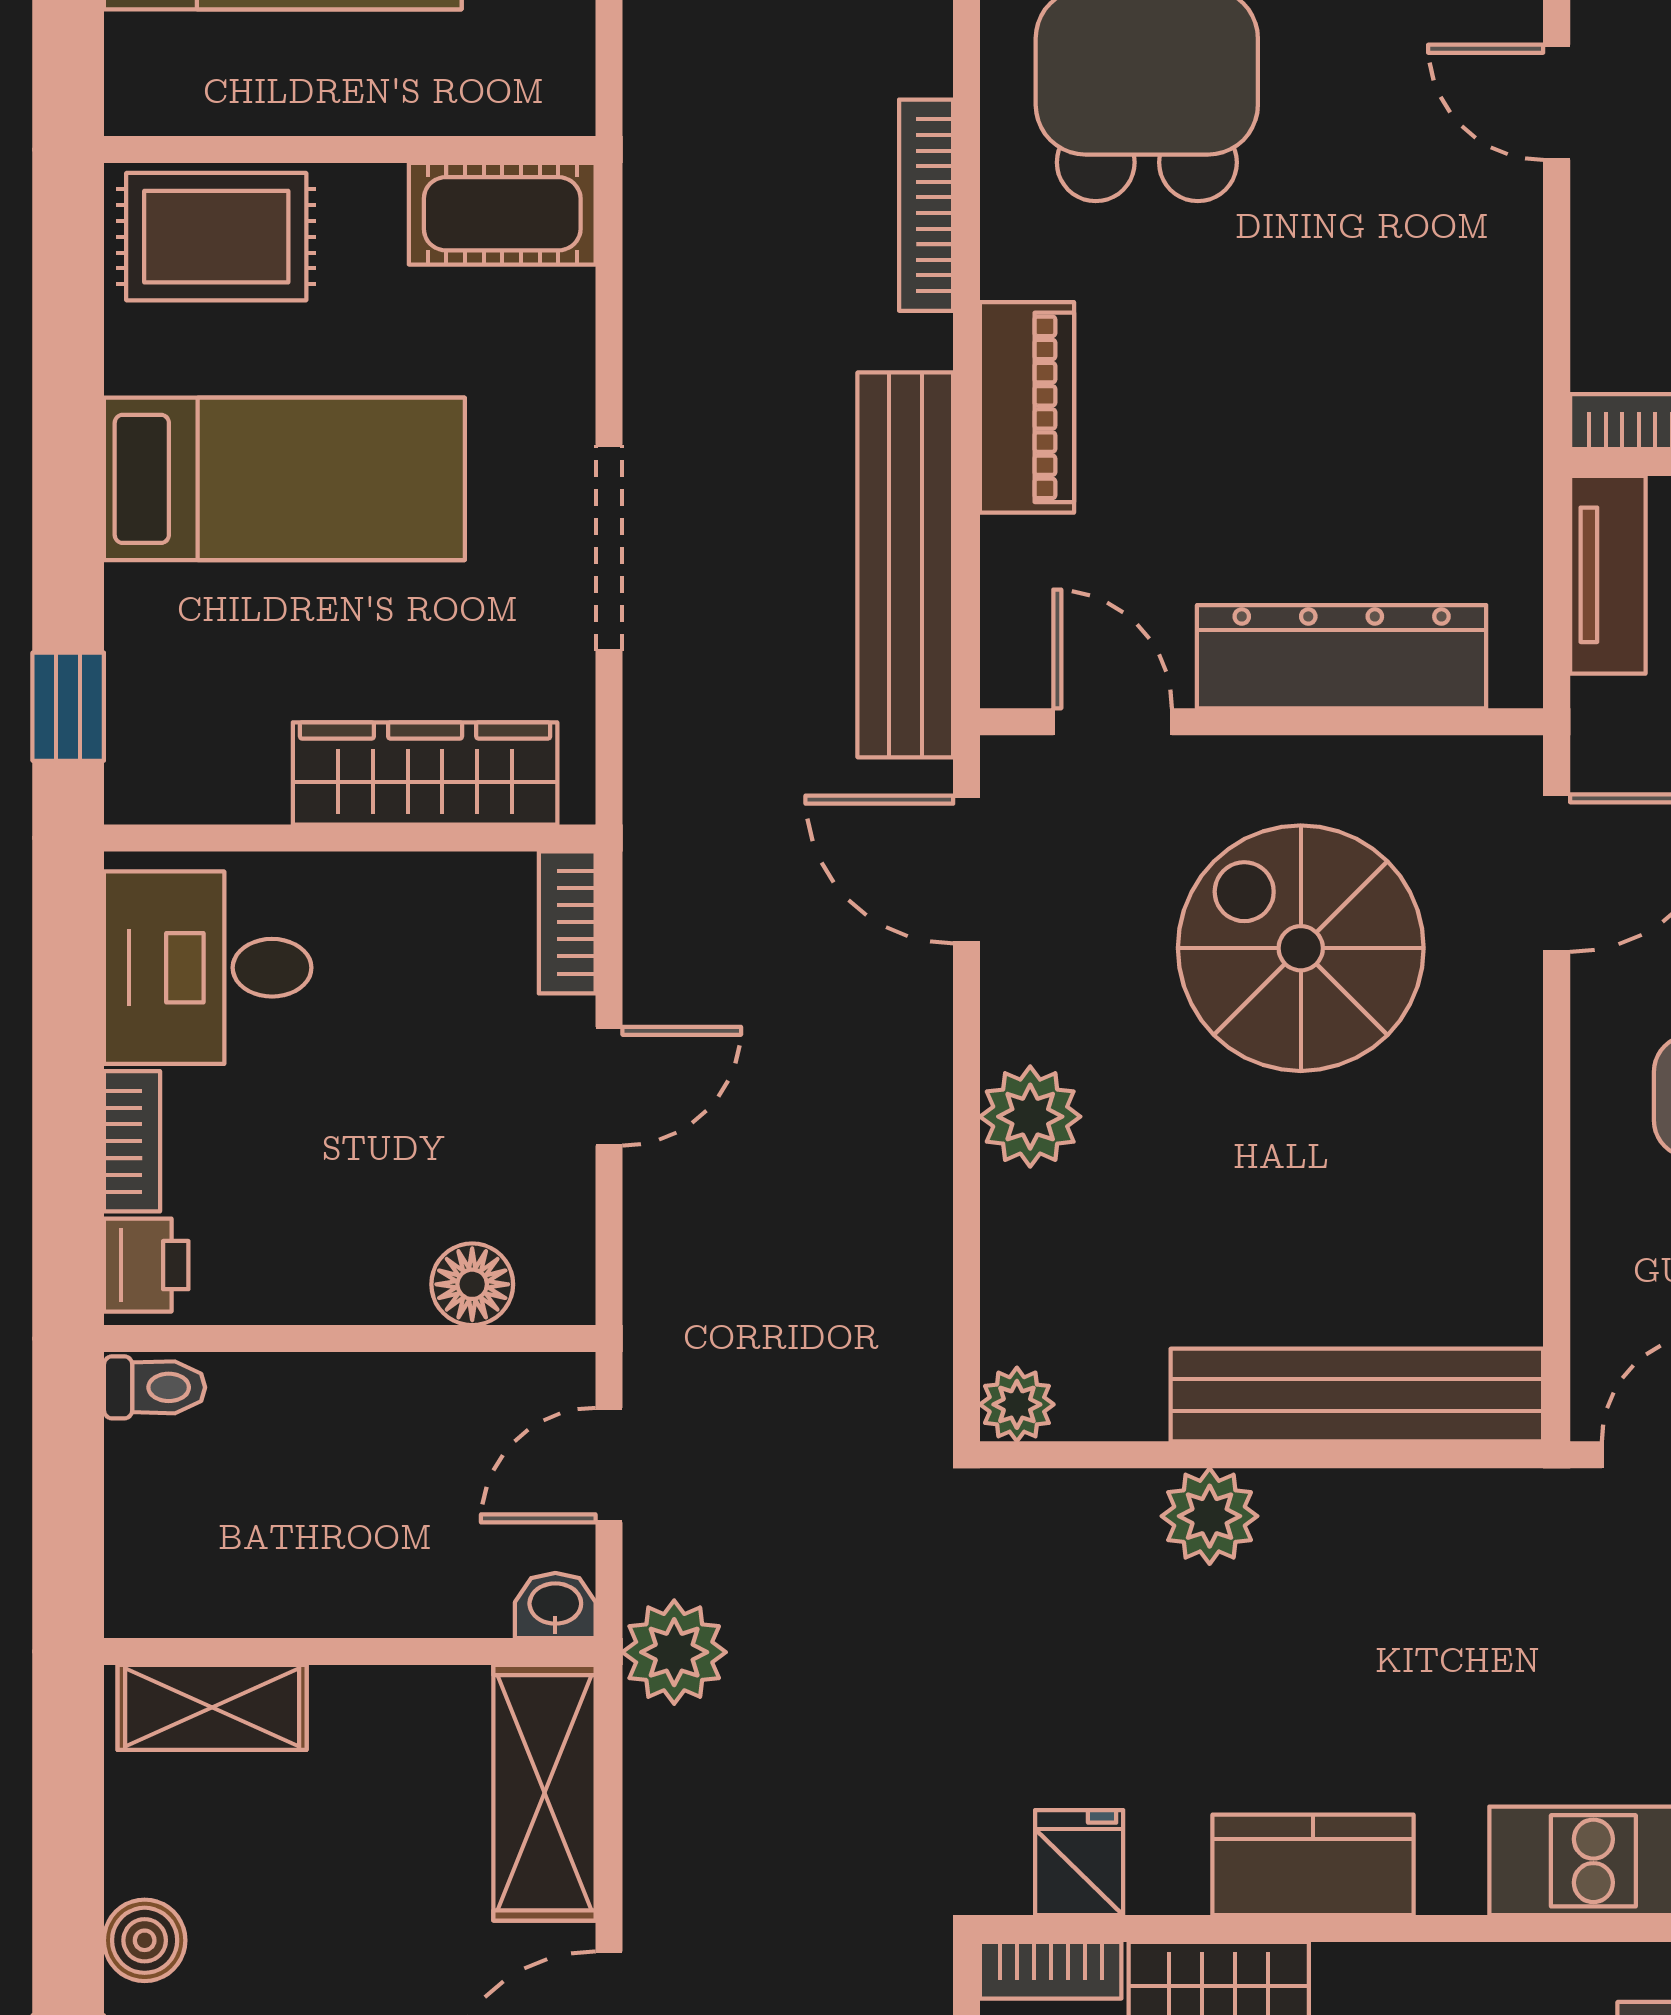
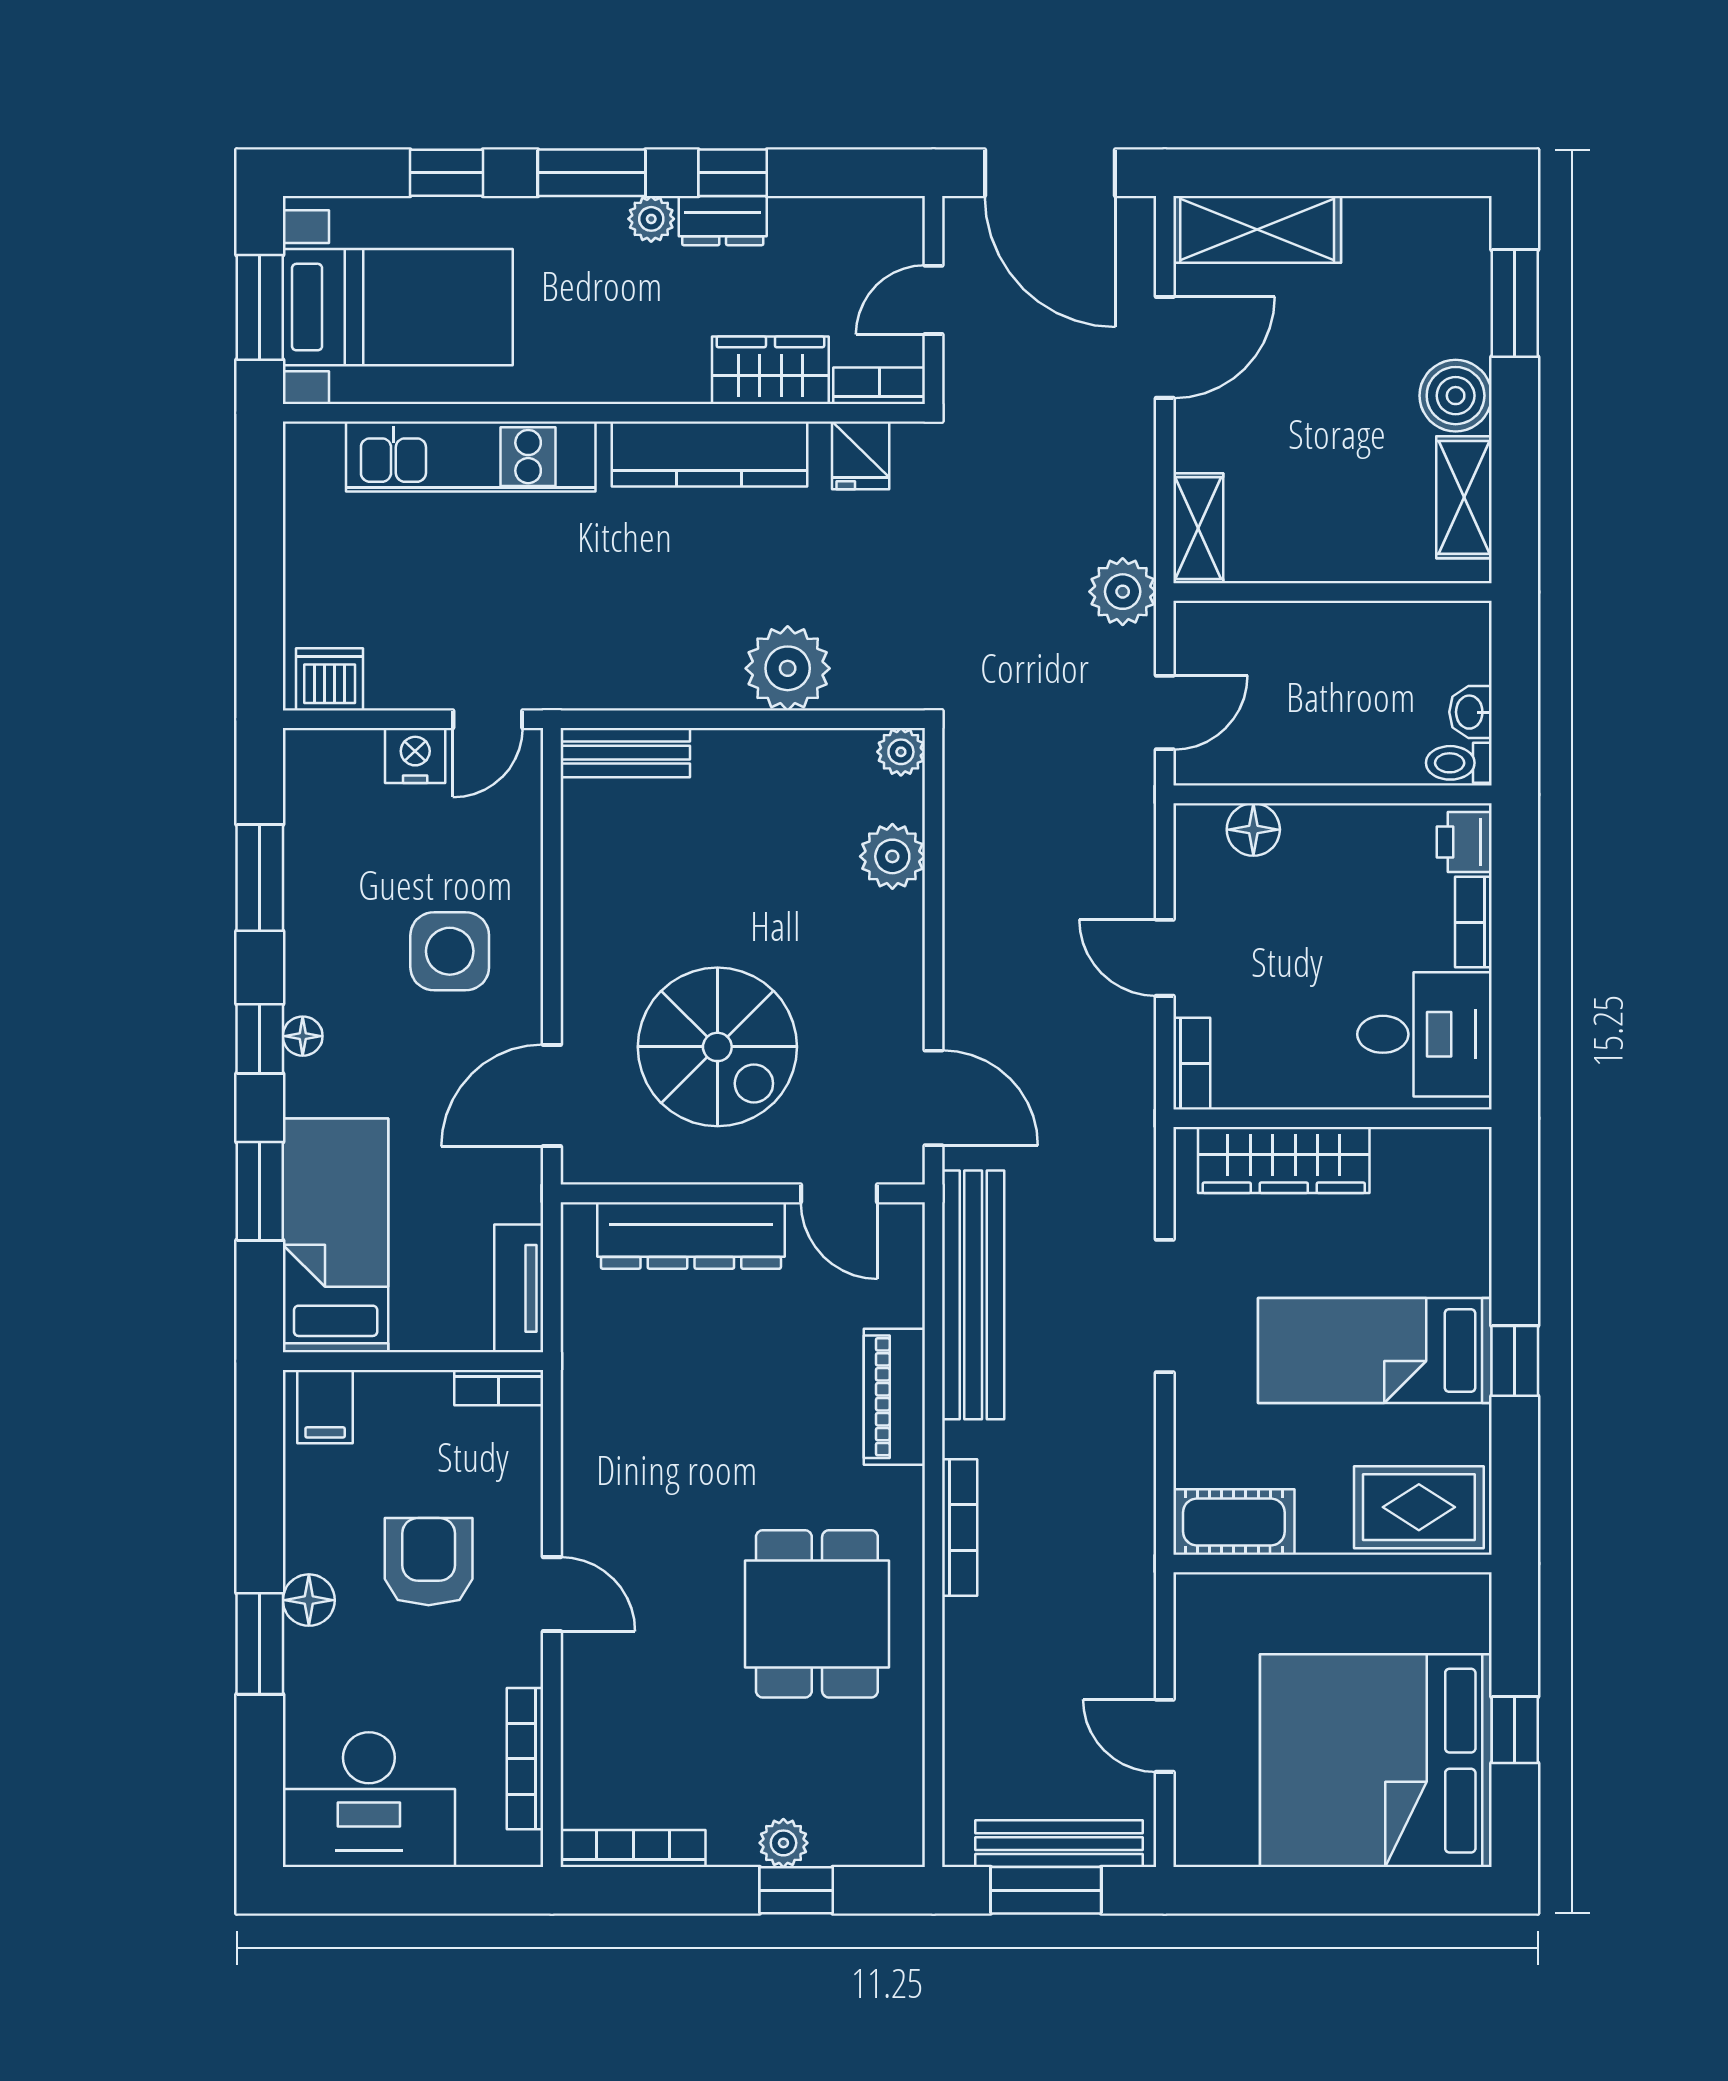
window: (68, 707) -> (1515, 1361), moved
door: (609, 1086) -> (1165, 958), hinge flipped
plant: (1030, 1117) -> (892, 856), moved
bench: (1357, 1395) -> (625, 753), width x0.54, depth x0.82
plant: (1210, 1516) -> (788, 668), width x1.36, depth x1.36
washbasin: (555, 1605) -> (1470, 712), moved, turned 90
shelving: (212, 1707) -> (1464, 497), moved, turned 90
shelving: (544, 1793) -> (1198, 528), width x0.67, depth x0.75
kitchen counter: (1313, 1865) -> (709, 454), width x1.50
boiler: (145, 1940) -> (1456, 396), width x1.36, depth x1.36

